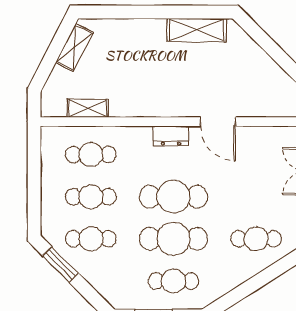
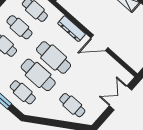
door: (218, 122) -> (99, 43), hinge flipped
dresser: (171, 136) -> (72, 29), width x1.44

